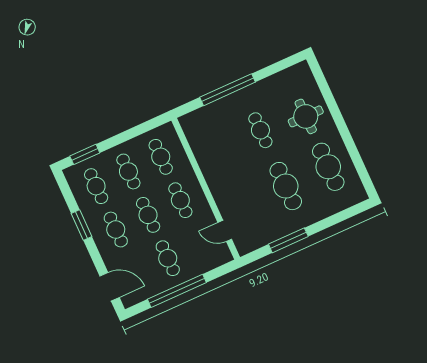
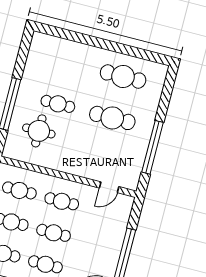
round table: (306, 116) -> (39, 131), moved
window: (288, 240) -> (153, 147), width x1.46
cafe table: (168, 258) -> (96, 244), removed

